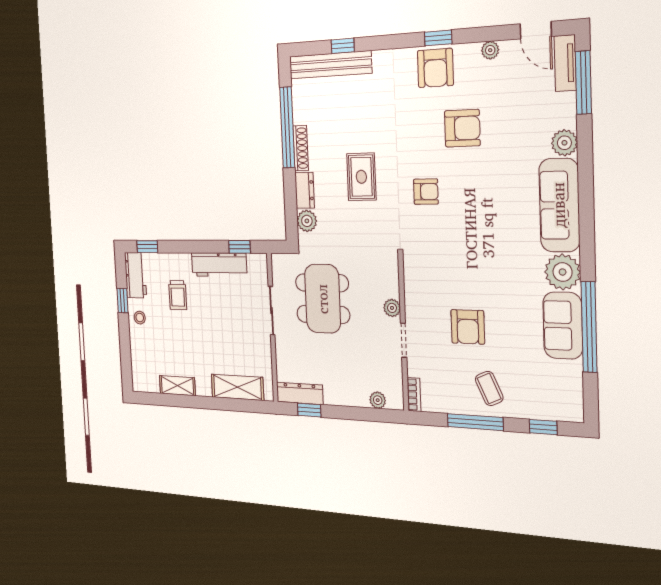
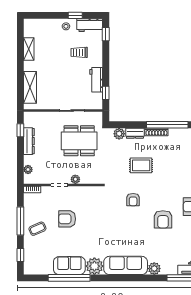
workbench: (219, 265) -> (96, 80), width x0.73
dresser: (300, 393) -> (29, 141), moved

